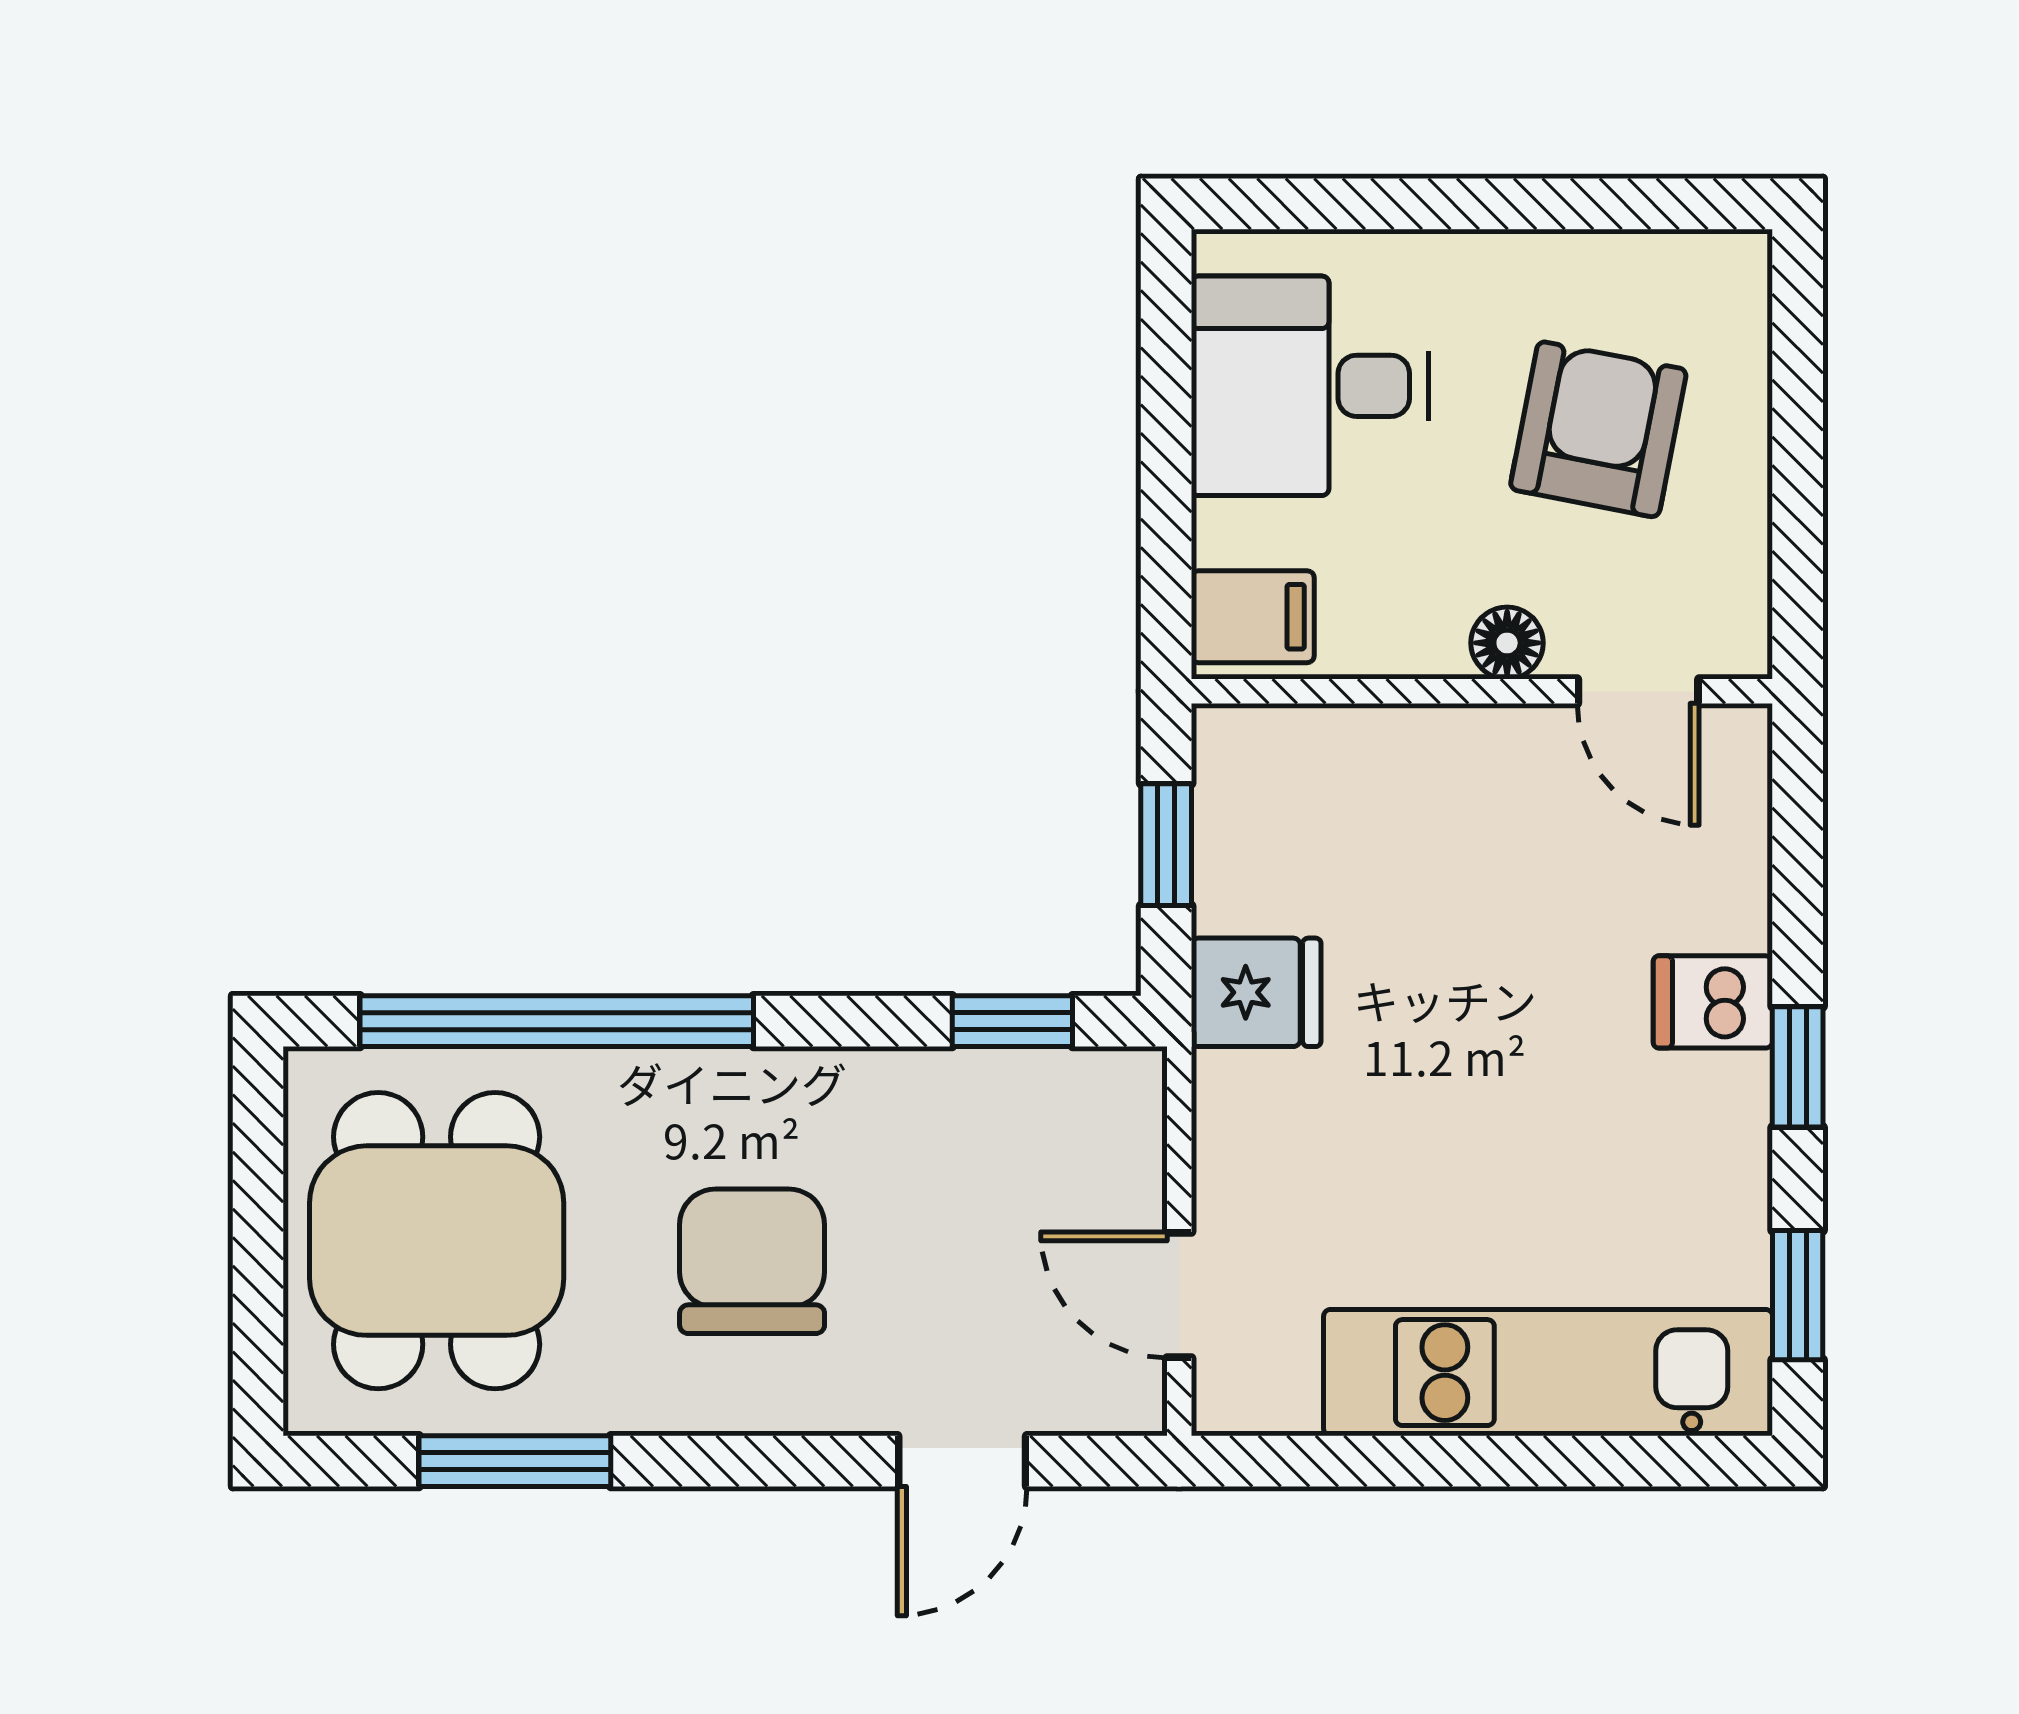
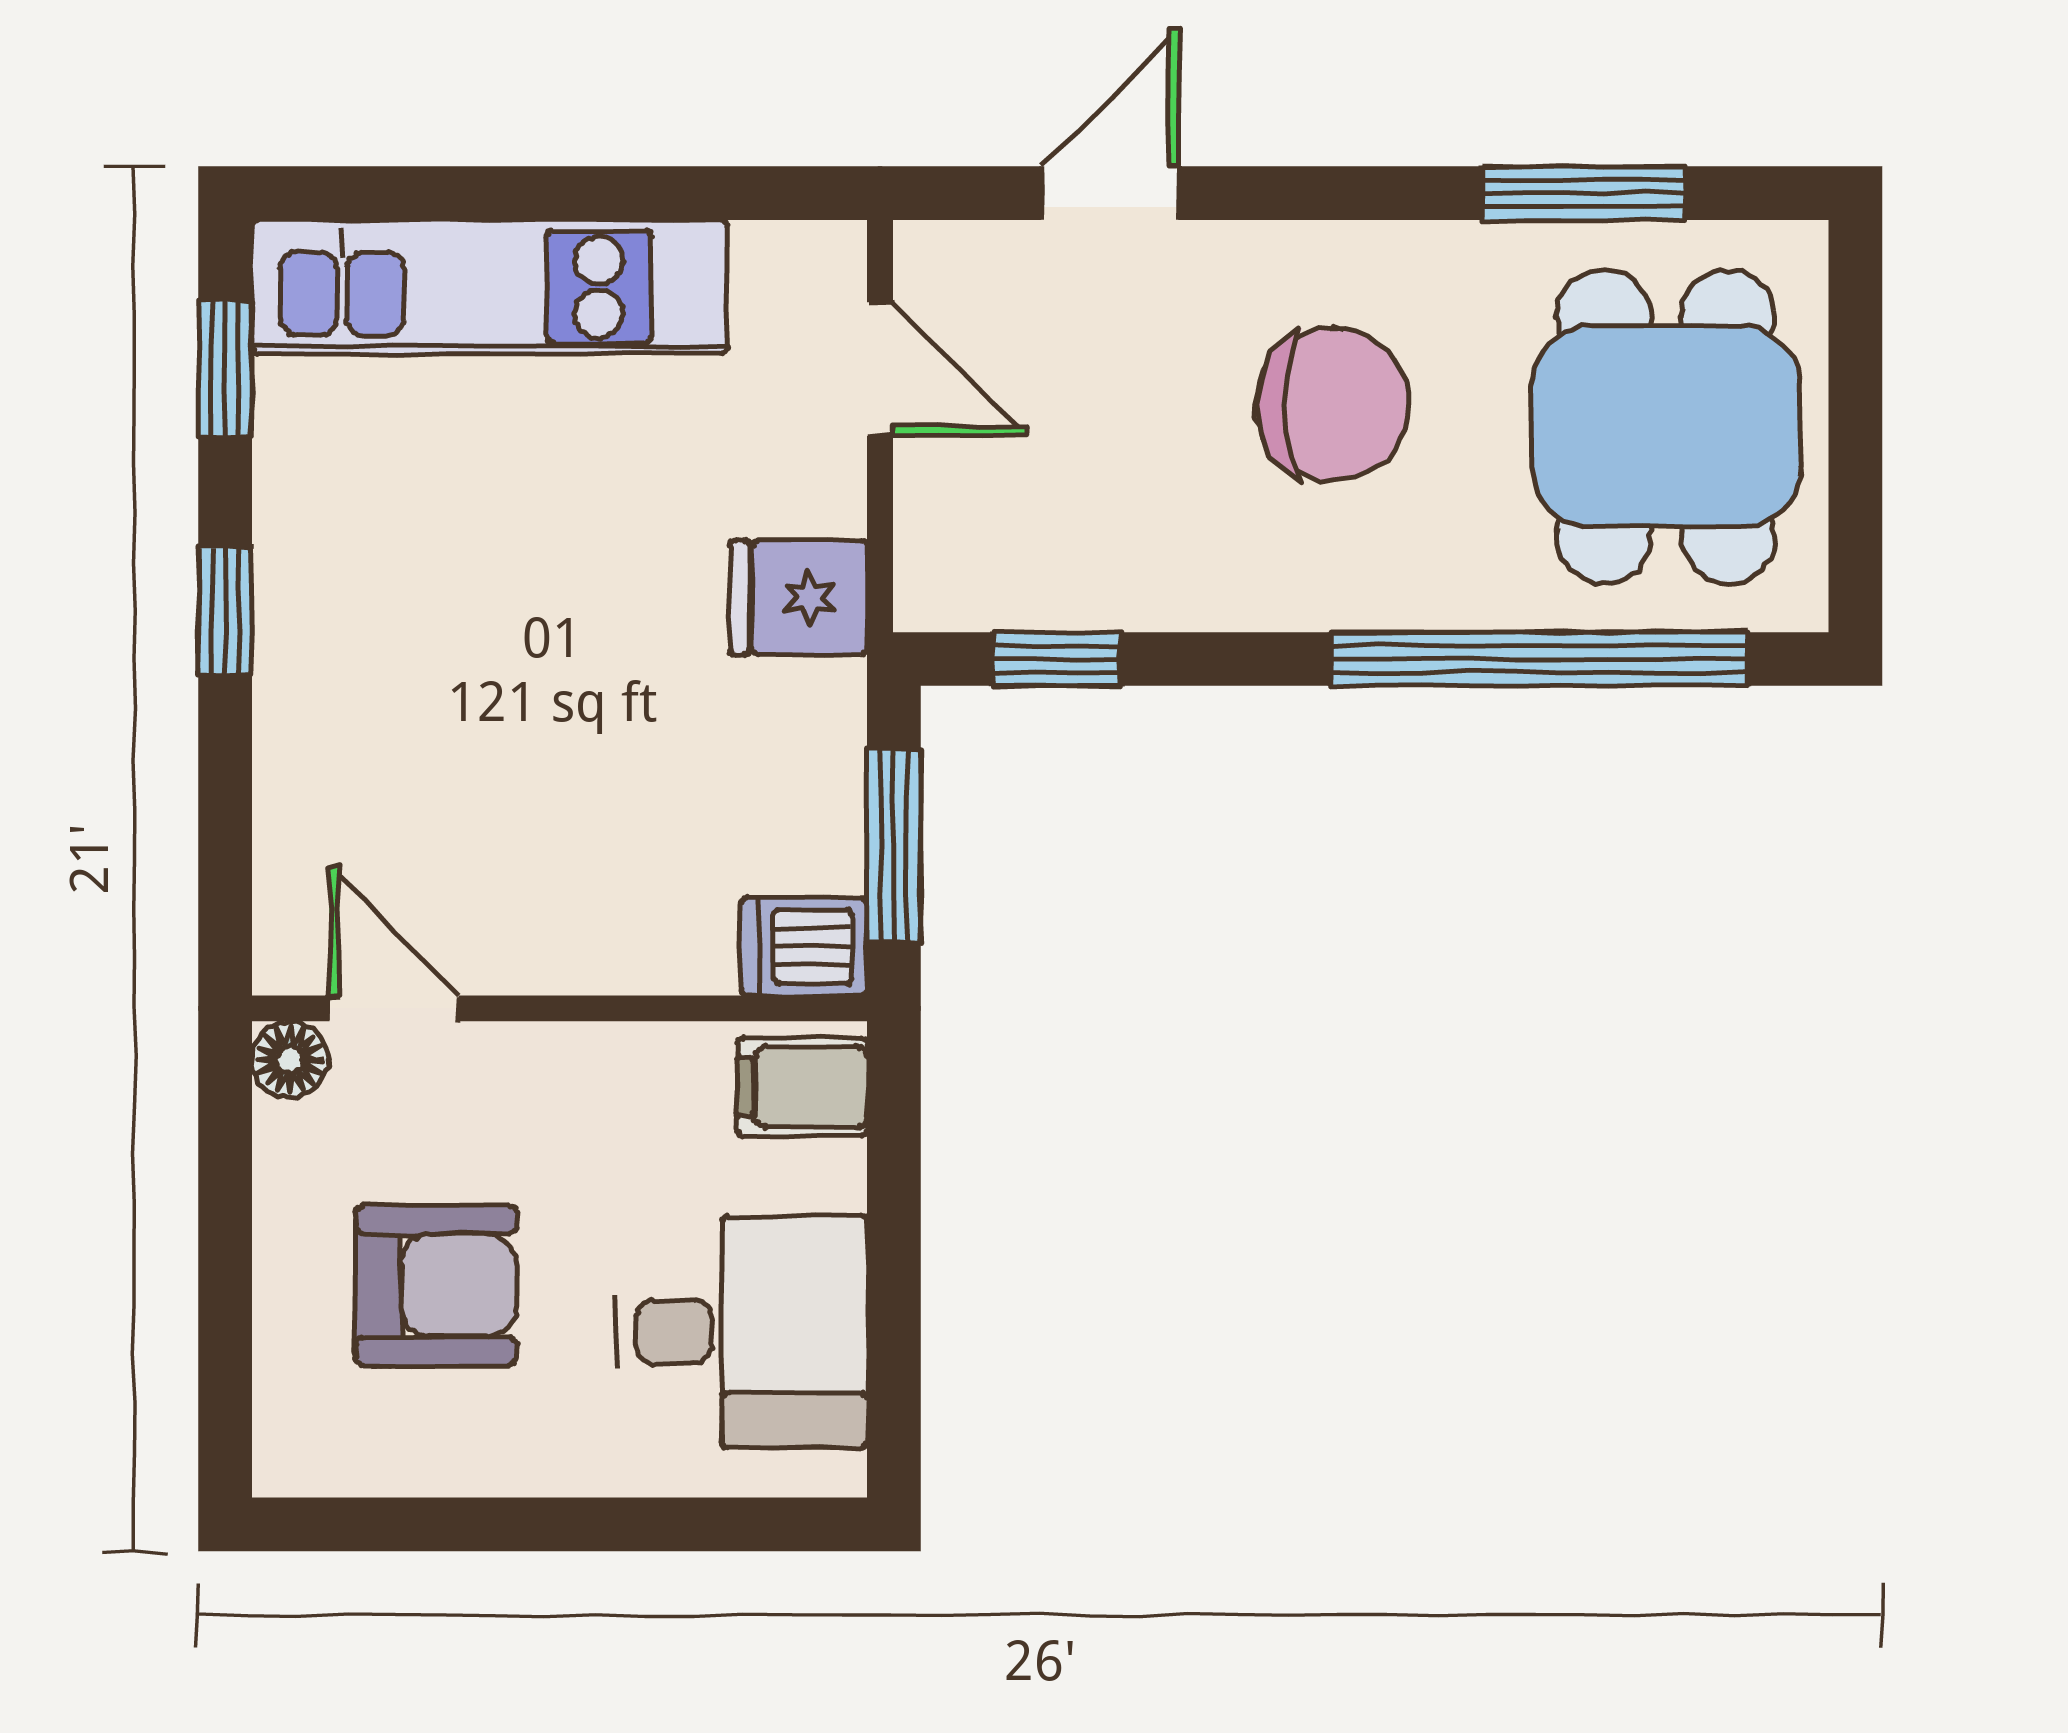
armchair: (1598, 429) -> (436, 1286), turned -101
floor lamp: (1507, 643) -> (290, 1059), moved
window: (1166, 845) -> (894, 846), width x1.50
fridge: (1256, 992) -> (799, 598), moved
dishwasher: (1713, 1002) -> (804, 947), moved, turned 180
chair: (752, 1261) -> (1332, 405), turned -90

